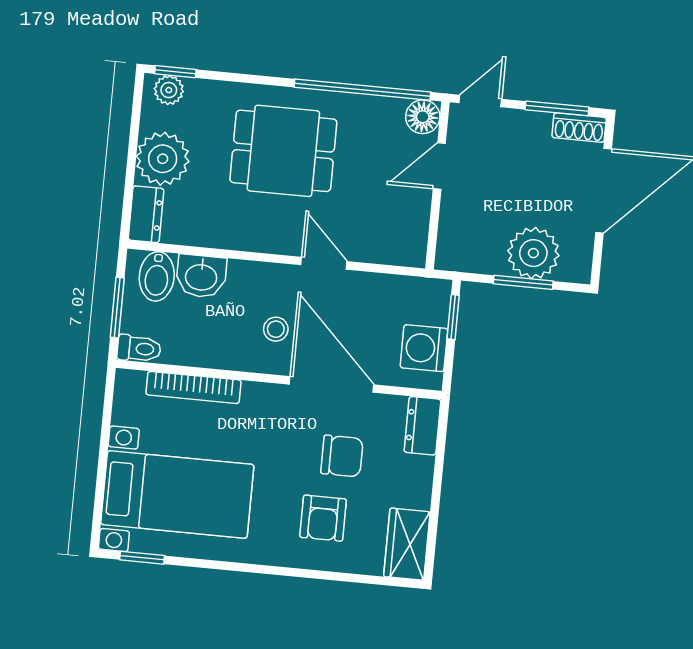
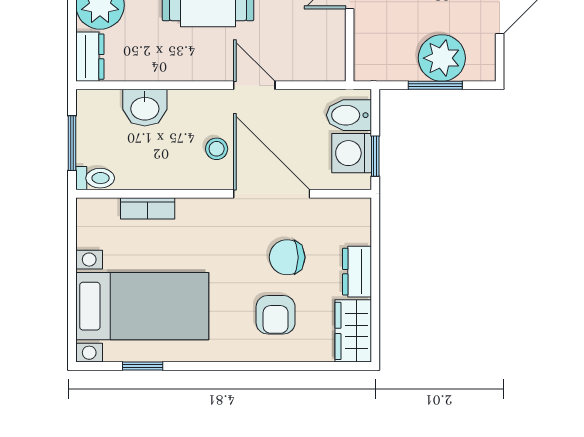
bidet: (157, 276) -> (349, 115), moved, turned 90
window: (453, 317) -> (375, 156), moved
bookcase: (193, 387) -> (148, 208), width x0.64
dresser: (422, 426) -> (357, 272), moved
chair: (342, 456) -> (287, 257), turned 180
window: (142, 558) -> (143, 366), moved

